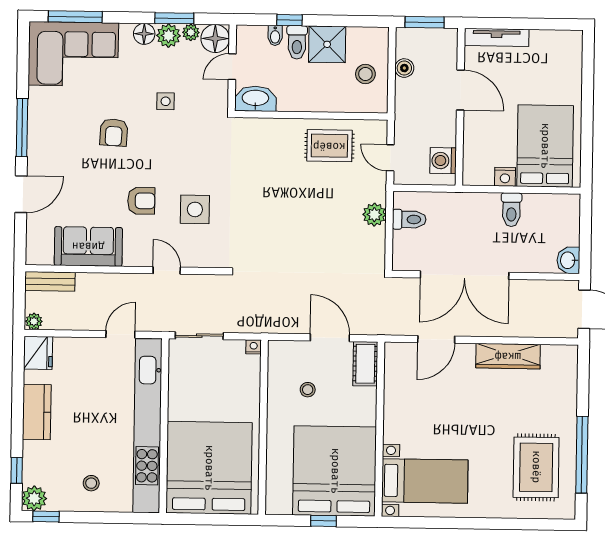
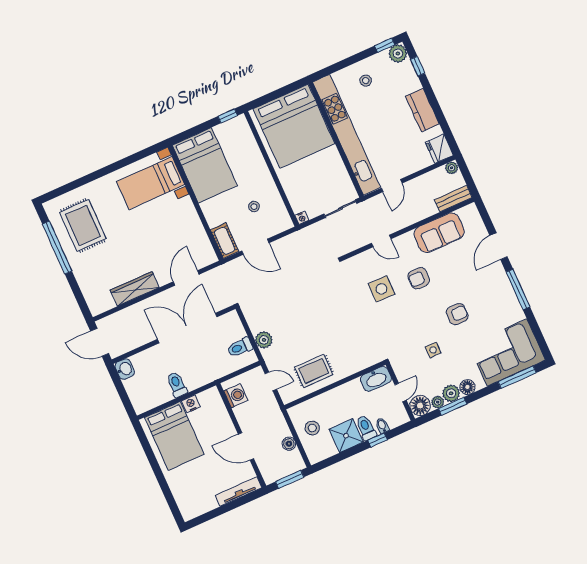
armchair: (114, 132) -> (457, 314), turned 87
bed: (335, 471) -> (205, 165), width x0.73
window: (324, 521) -> (228, 116), moved

